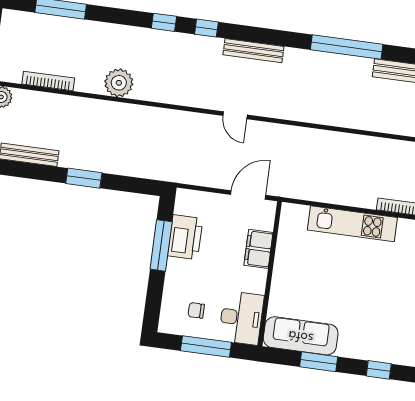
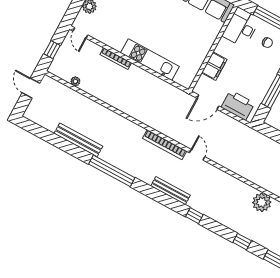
window: (164, 22) -> (242, 242), moved
bookcase: (286, 112) -> (165, 145), added
printer: (185, 237) -> (238, 105), moved, turned 90

